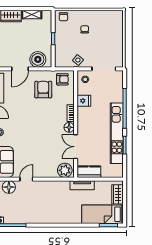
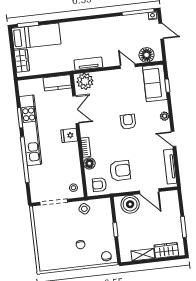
door: (20, 69) -> (149, 191), swing flipped
armchair: (43, 90) -> (120, 171), turned -90
fridge: (84, 101) -> (69, 135), moved
floor lamp: (69, 127) -> (89, 163), moved
armchair: (31, 131) -> (128, 122), added
door: (26, 179) -> (128, 66), swing flipped
tv unit: (82, 185) -> (88, 64), moved

